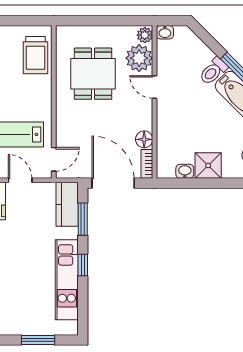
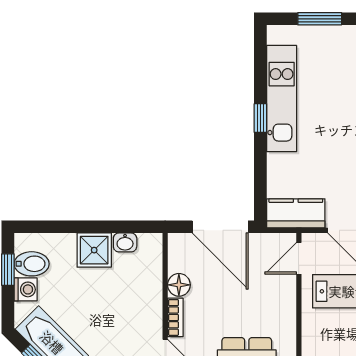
bookcase: (147, 164) -> (175, 317), moved
kitchen counter: (67, 204) -> (296, 213), moved, turned -90
window: (83, 219) -> (260, 179), removed

